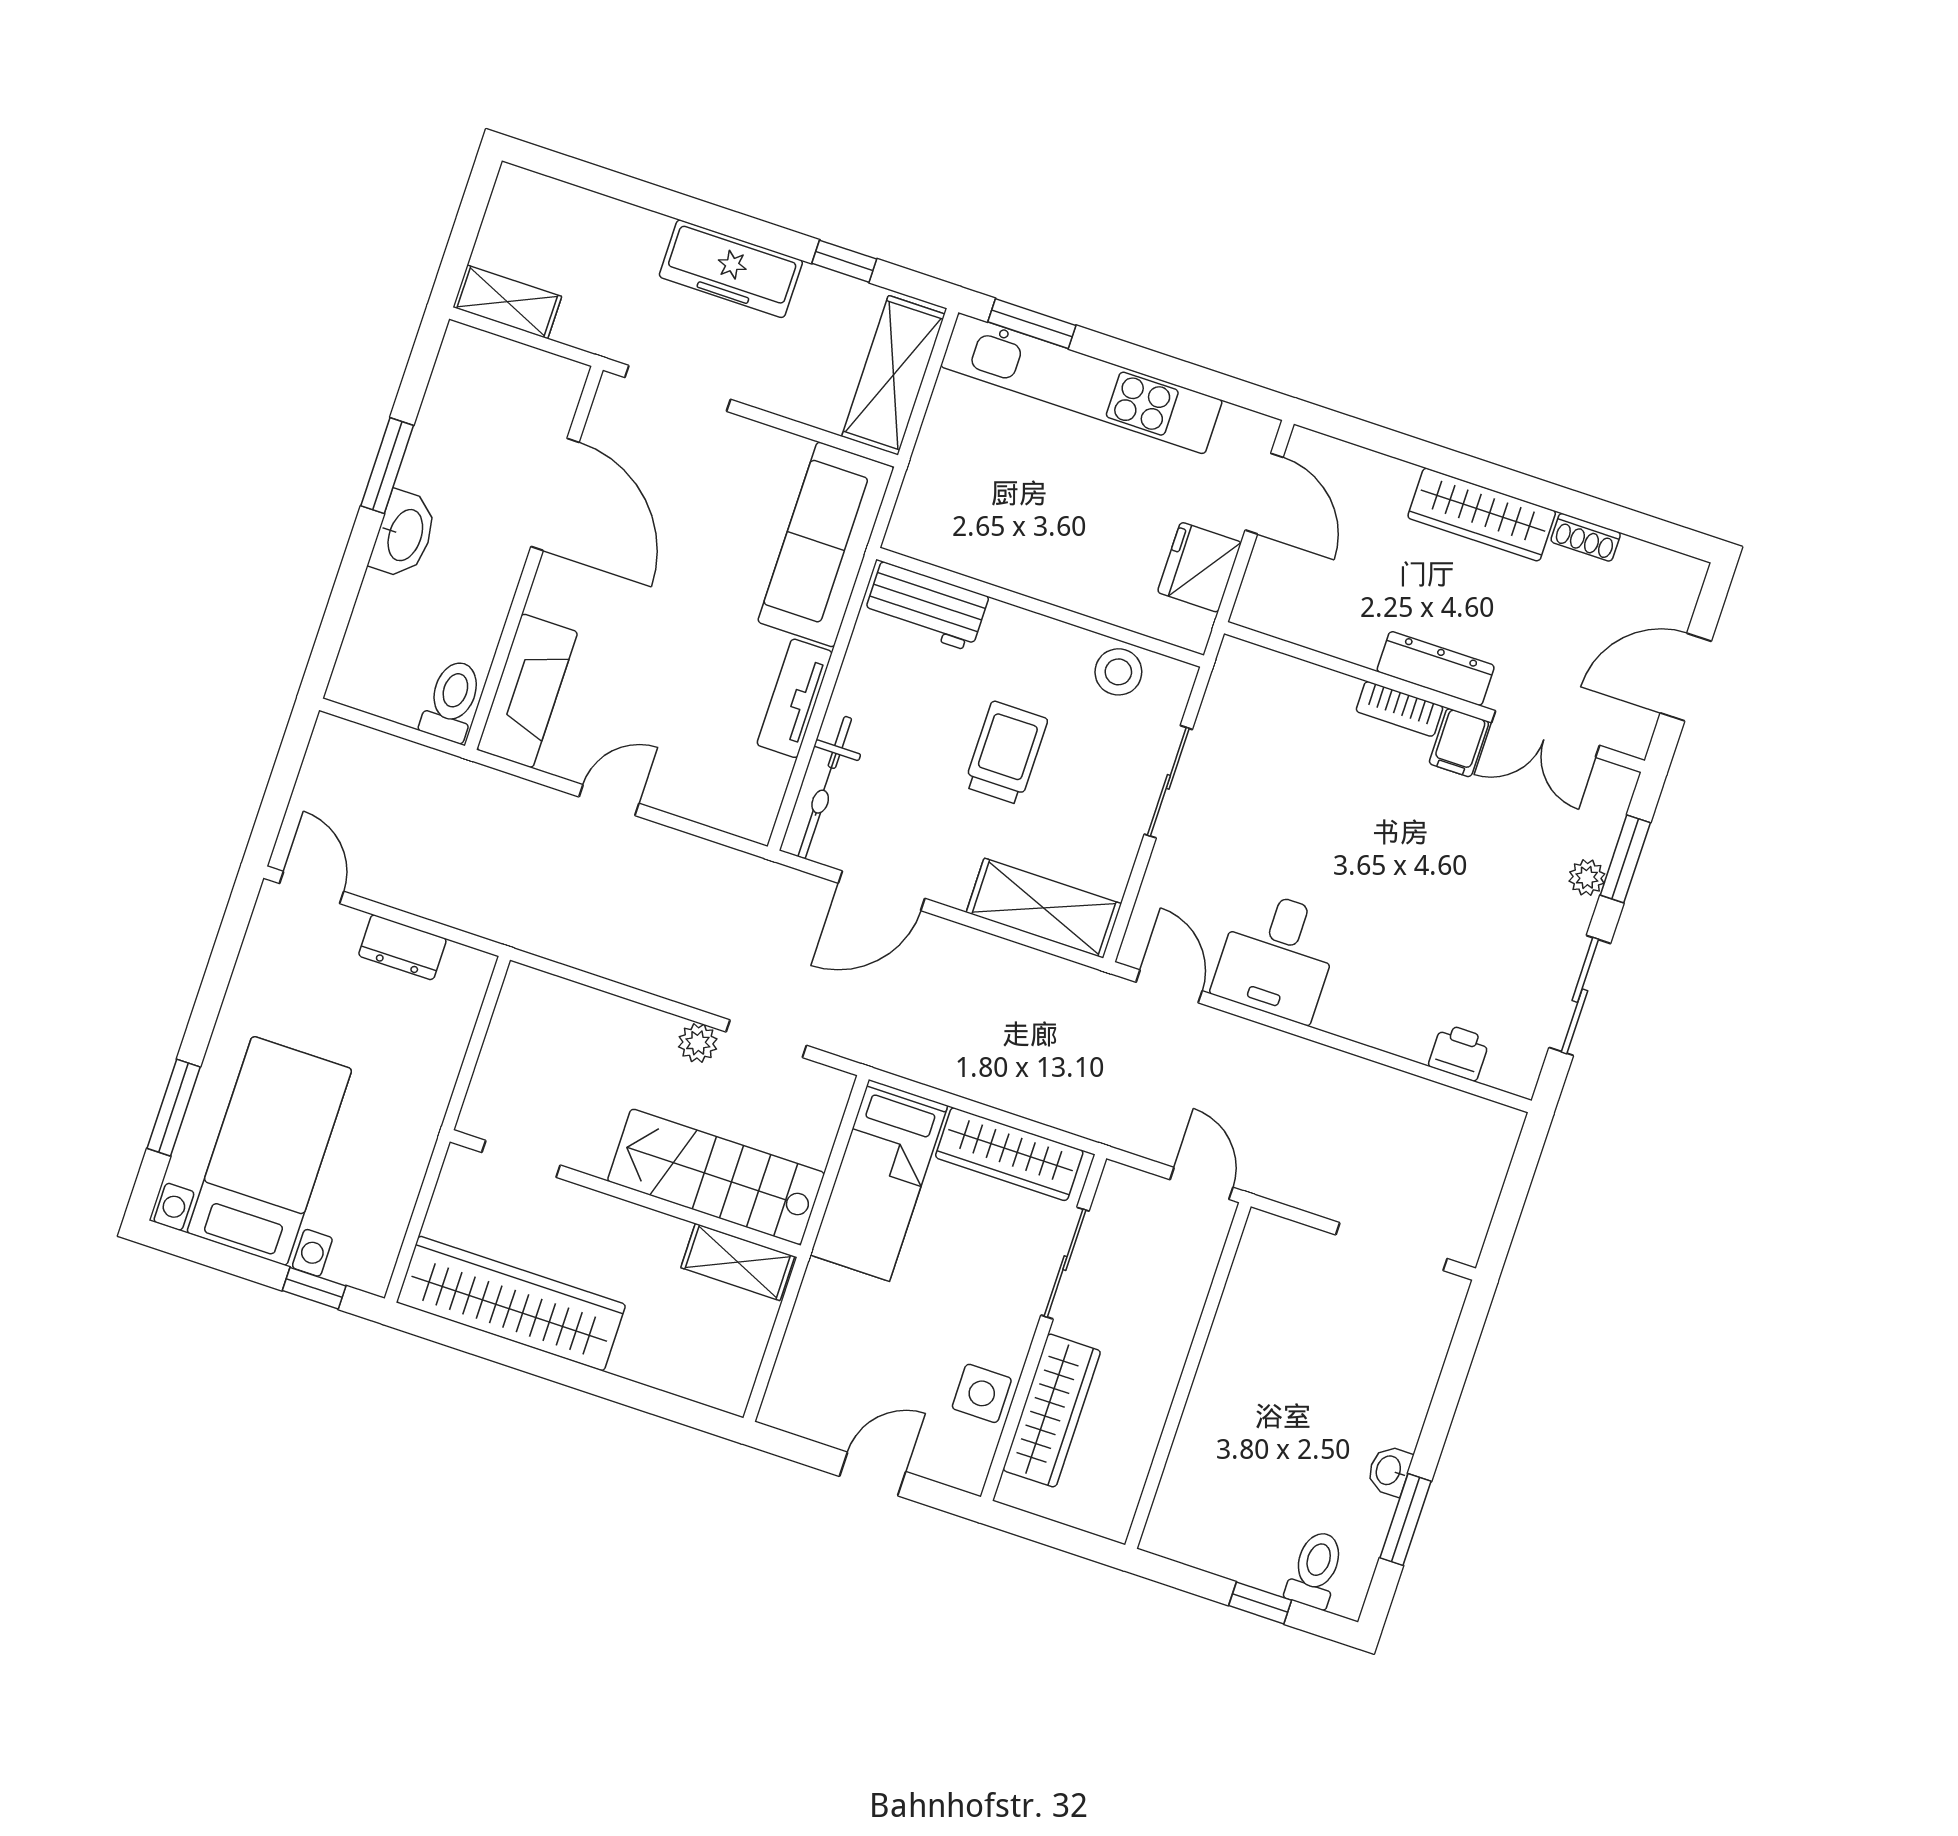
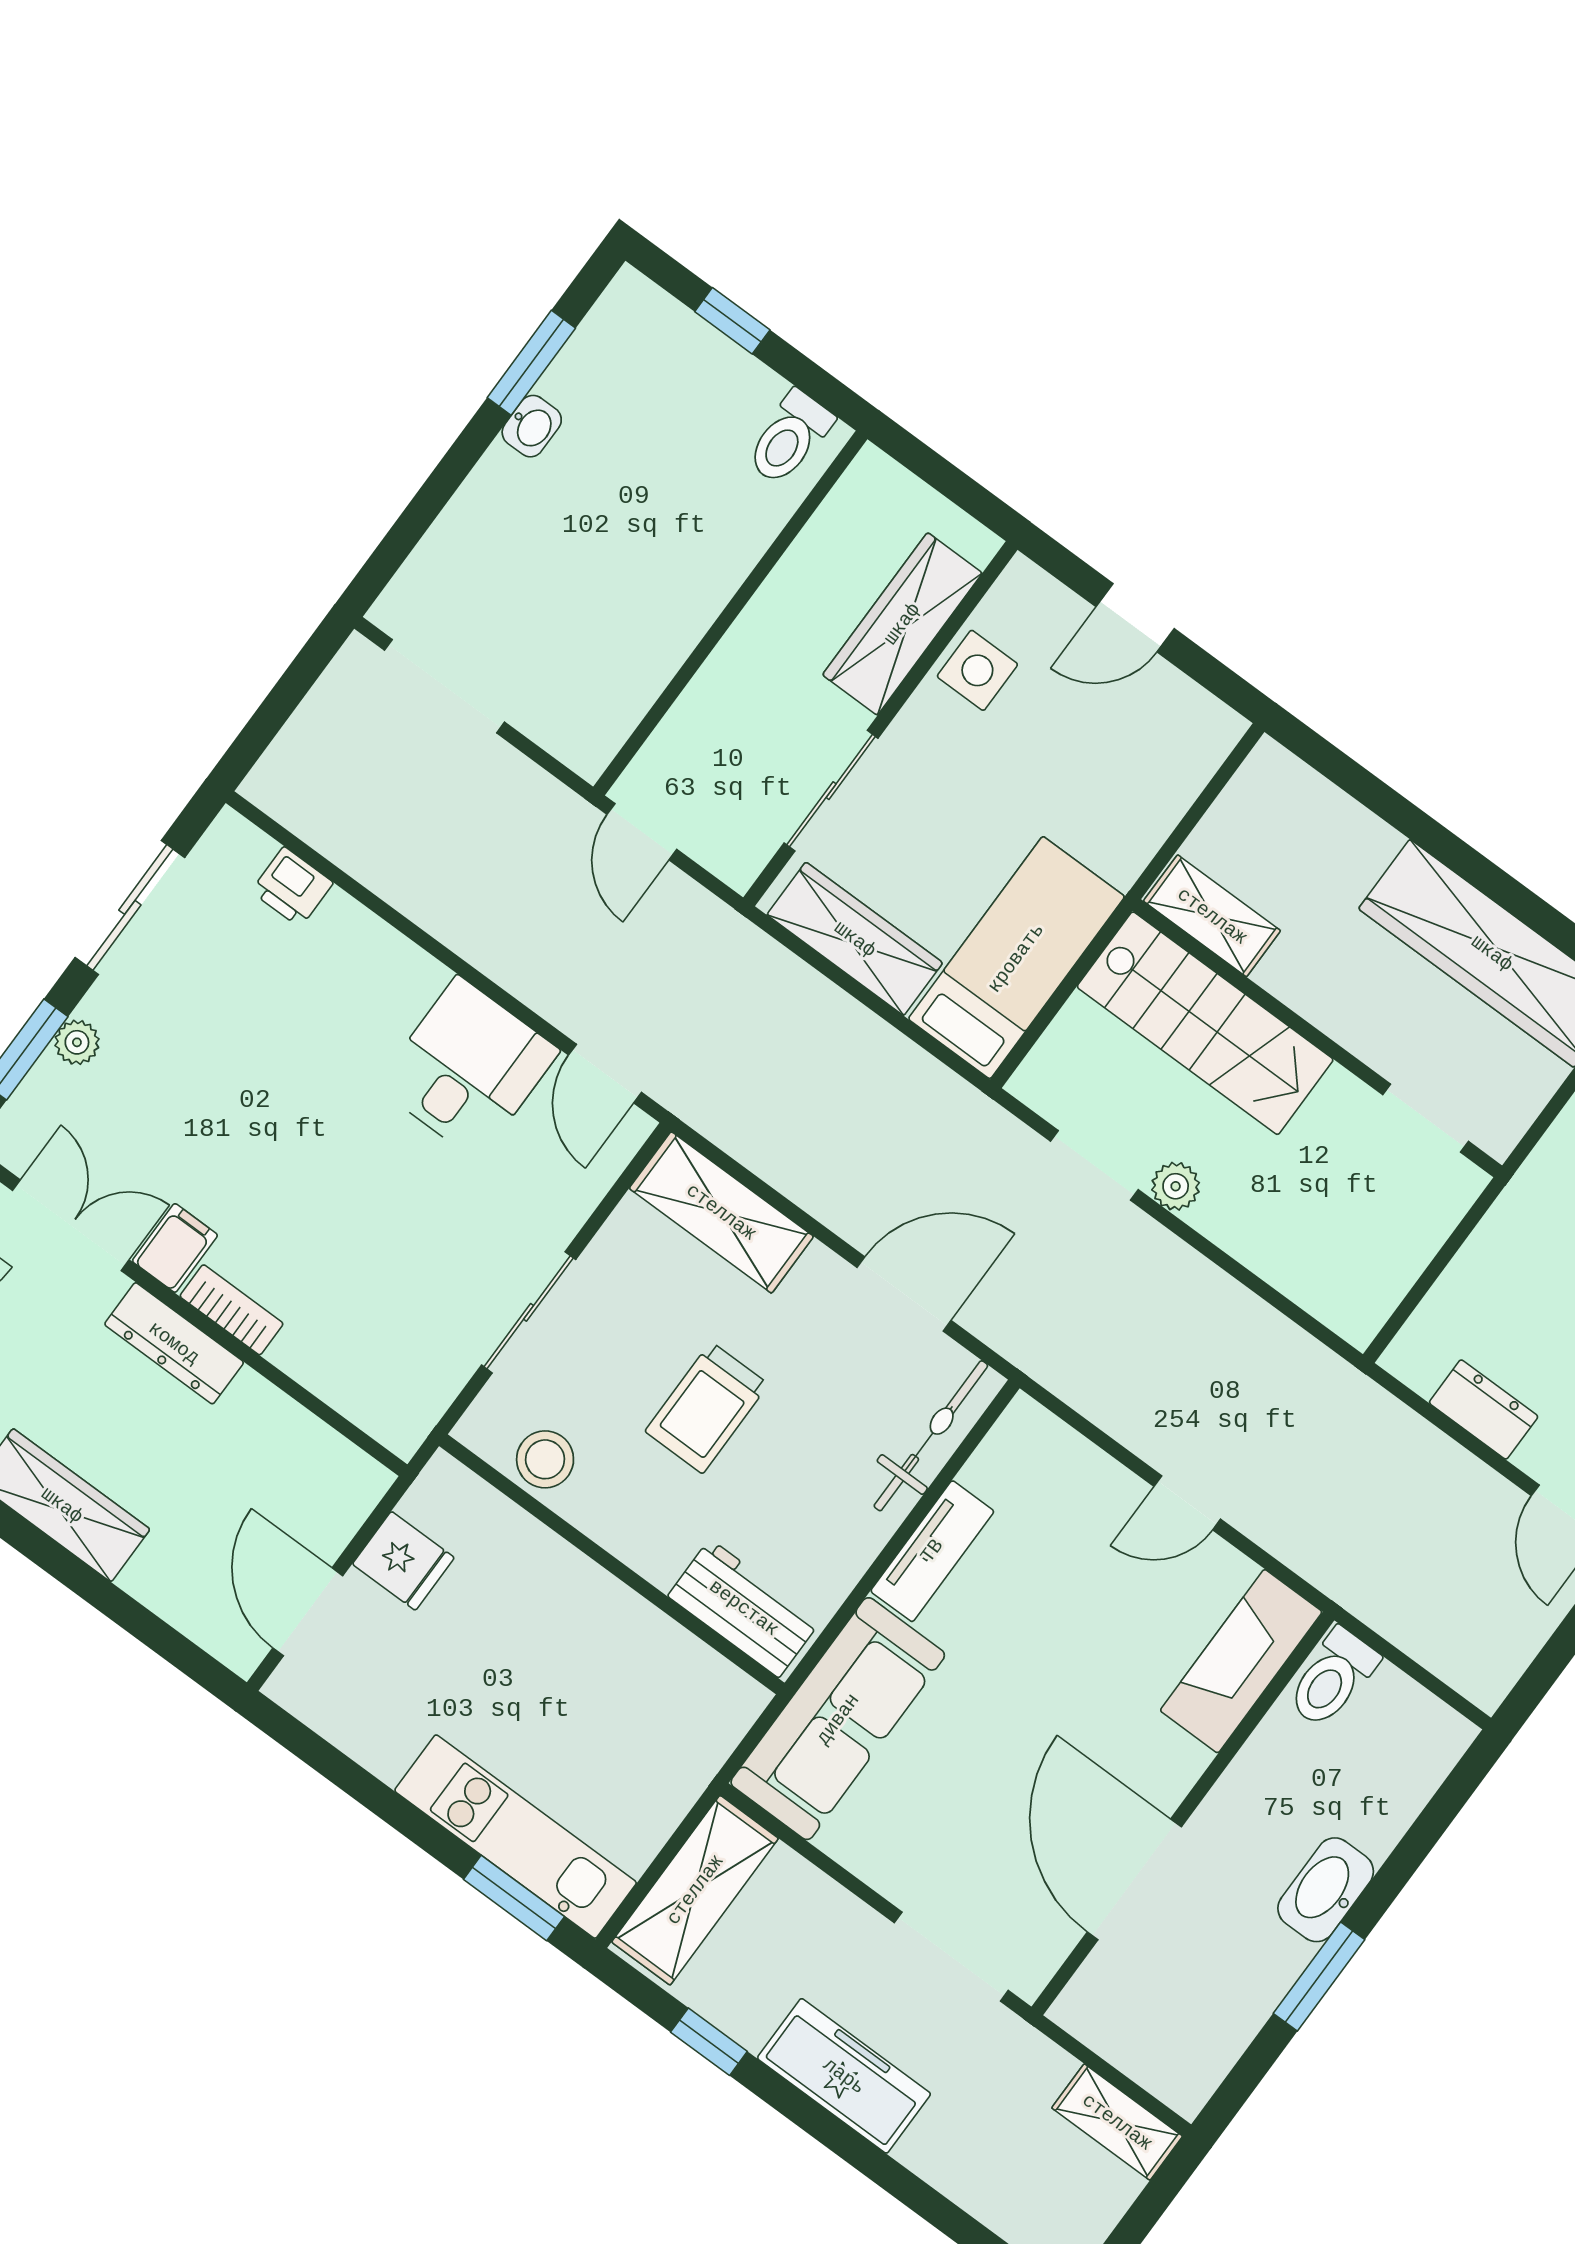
kitchen unit: (1081, 383) -> (516, 1837), width x0.73
fridge: (1199, 567) -> (403, 1561), width x0.72
toilet: (1315, 1569) -> (789, 438), moved

